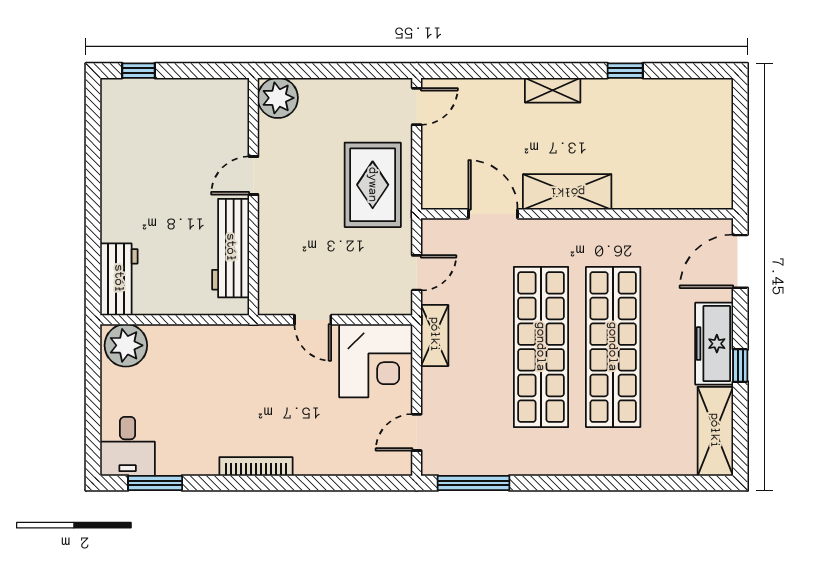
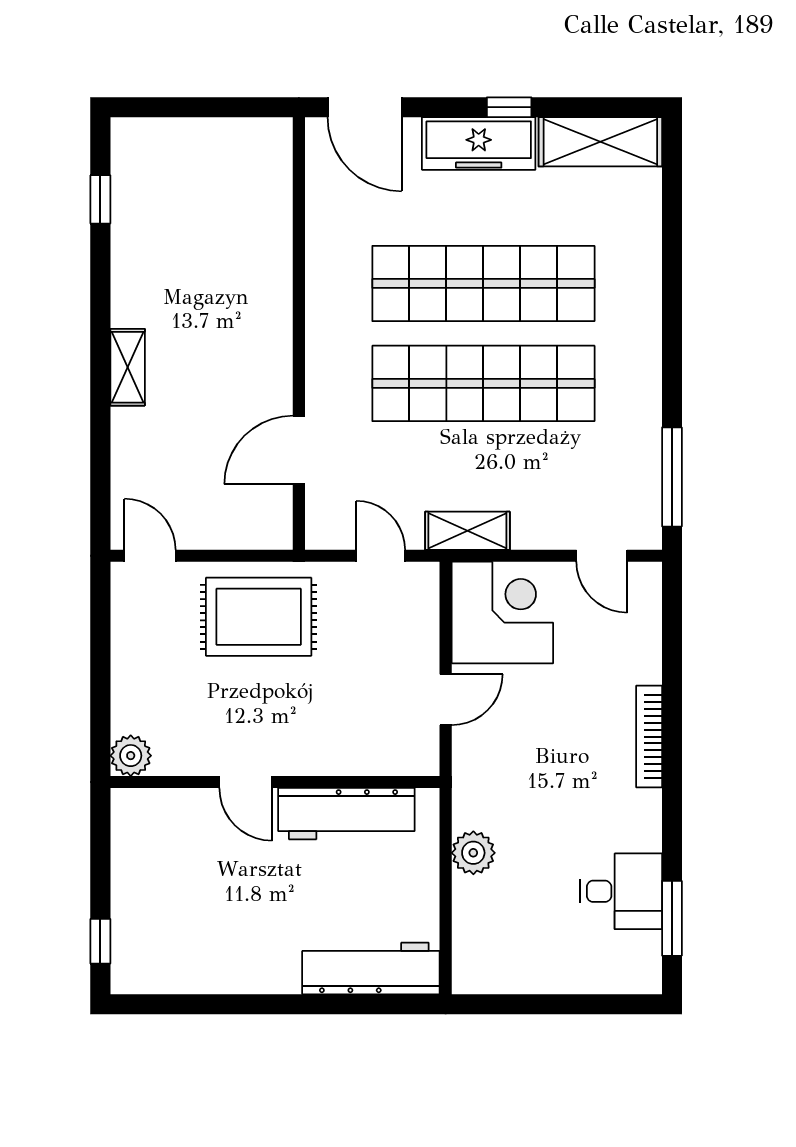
window: (625, 71) -> (100, 199), moved
plant: (278, 98) -> (131, 756), width x0.73, depth x0.73
shelving: (567, 192) -> (268, 347), removed
workbench: (119, 279) -> (371, 969), width x1.37
plant: (126, 345) -> (473, 853), moved, width x0.73, depth x0.73
desk: (128, 446) -> (621, 891), moved
bookcase: (256, 466) -> (649, 737), moved

